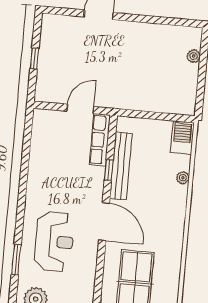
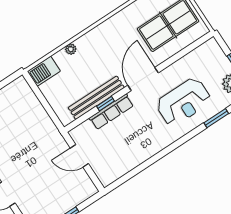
row of seats: (100, 140) -> (111, 112), moved
reception desk: (54, 242) -> (183, 102), turned 180

